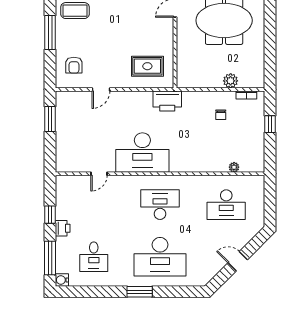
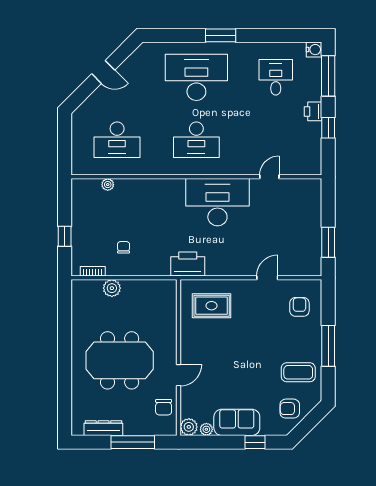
desk: (226, 205) -> (117, 140), turned 180

